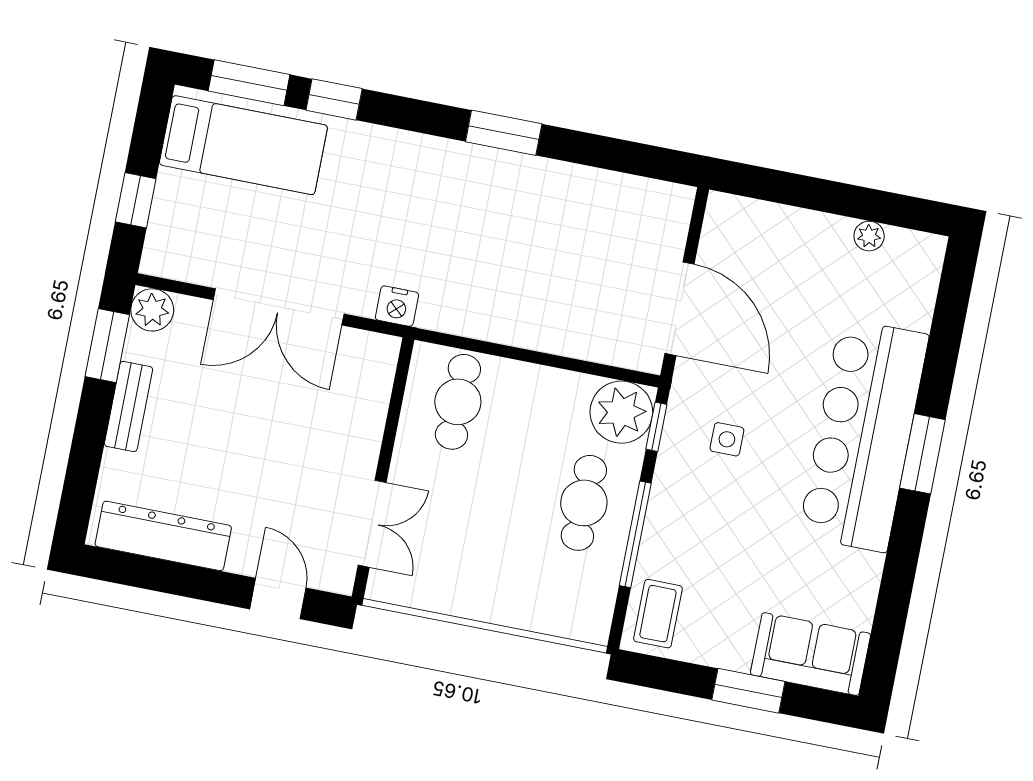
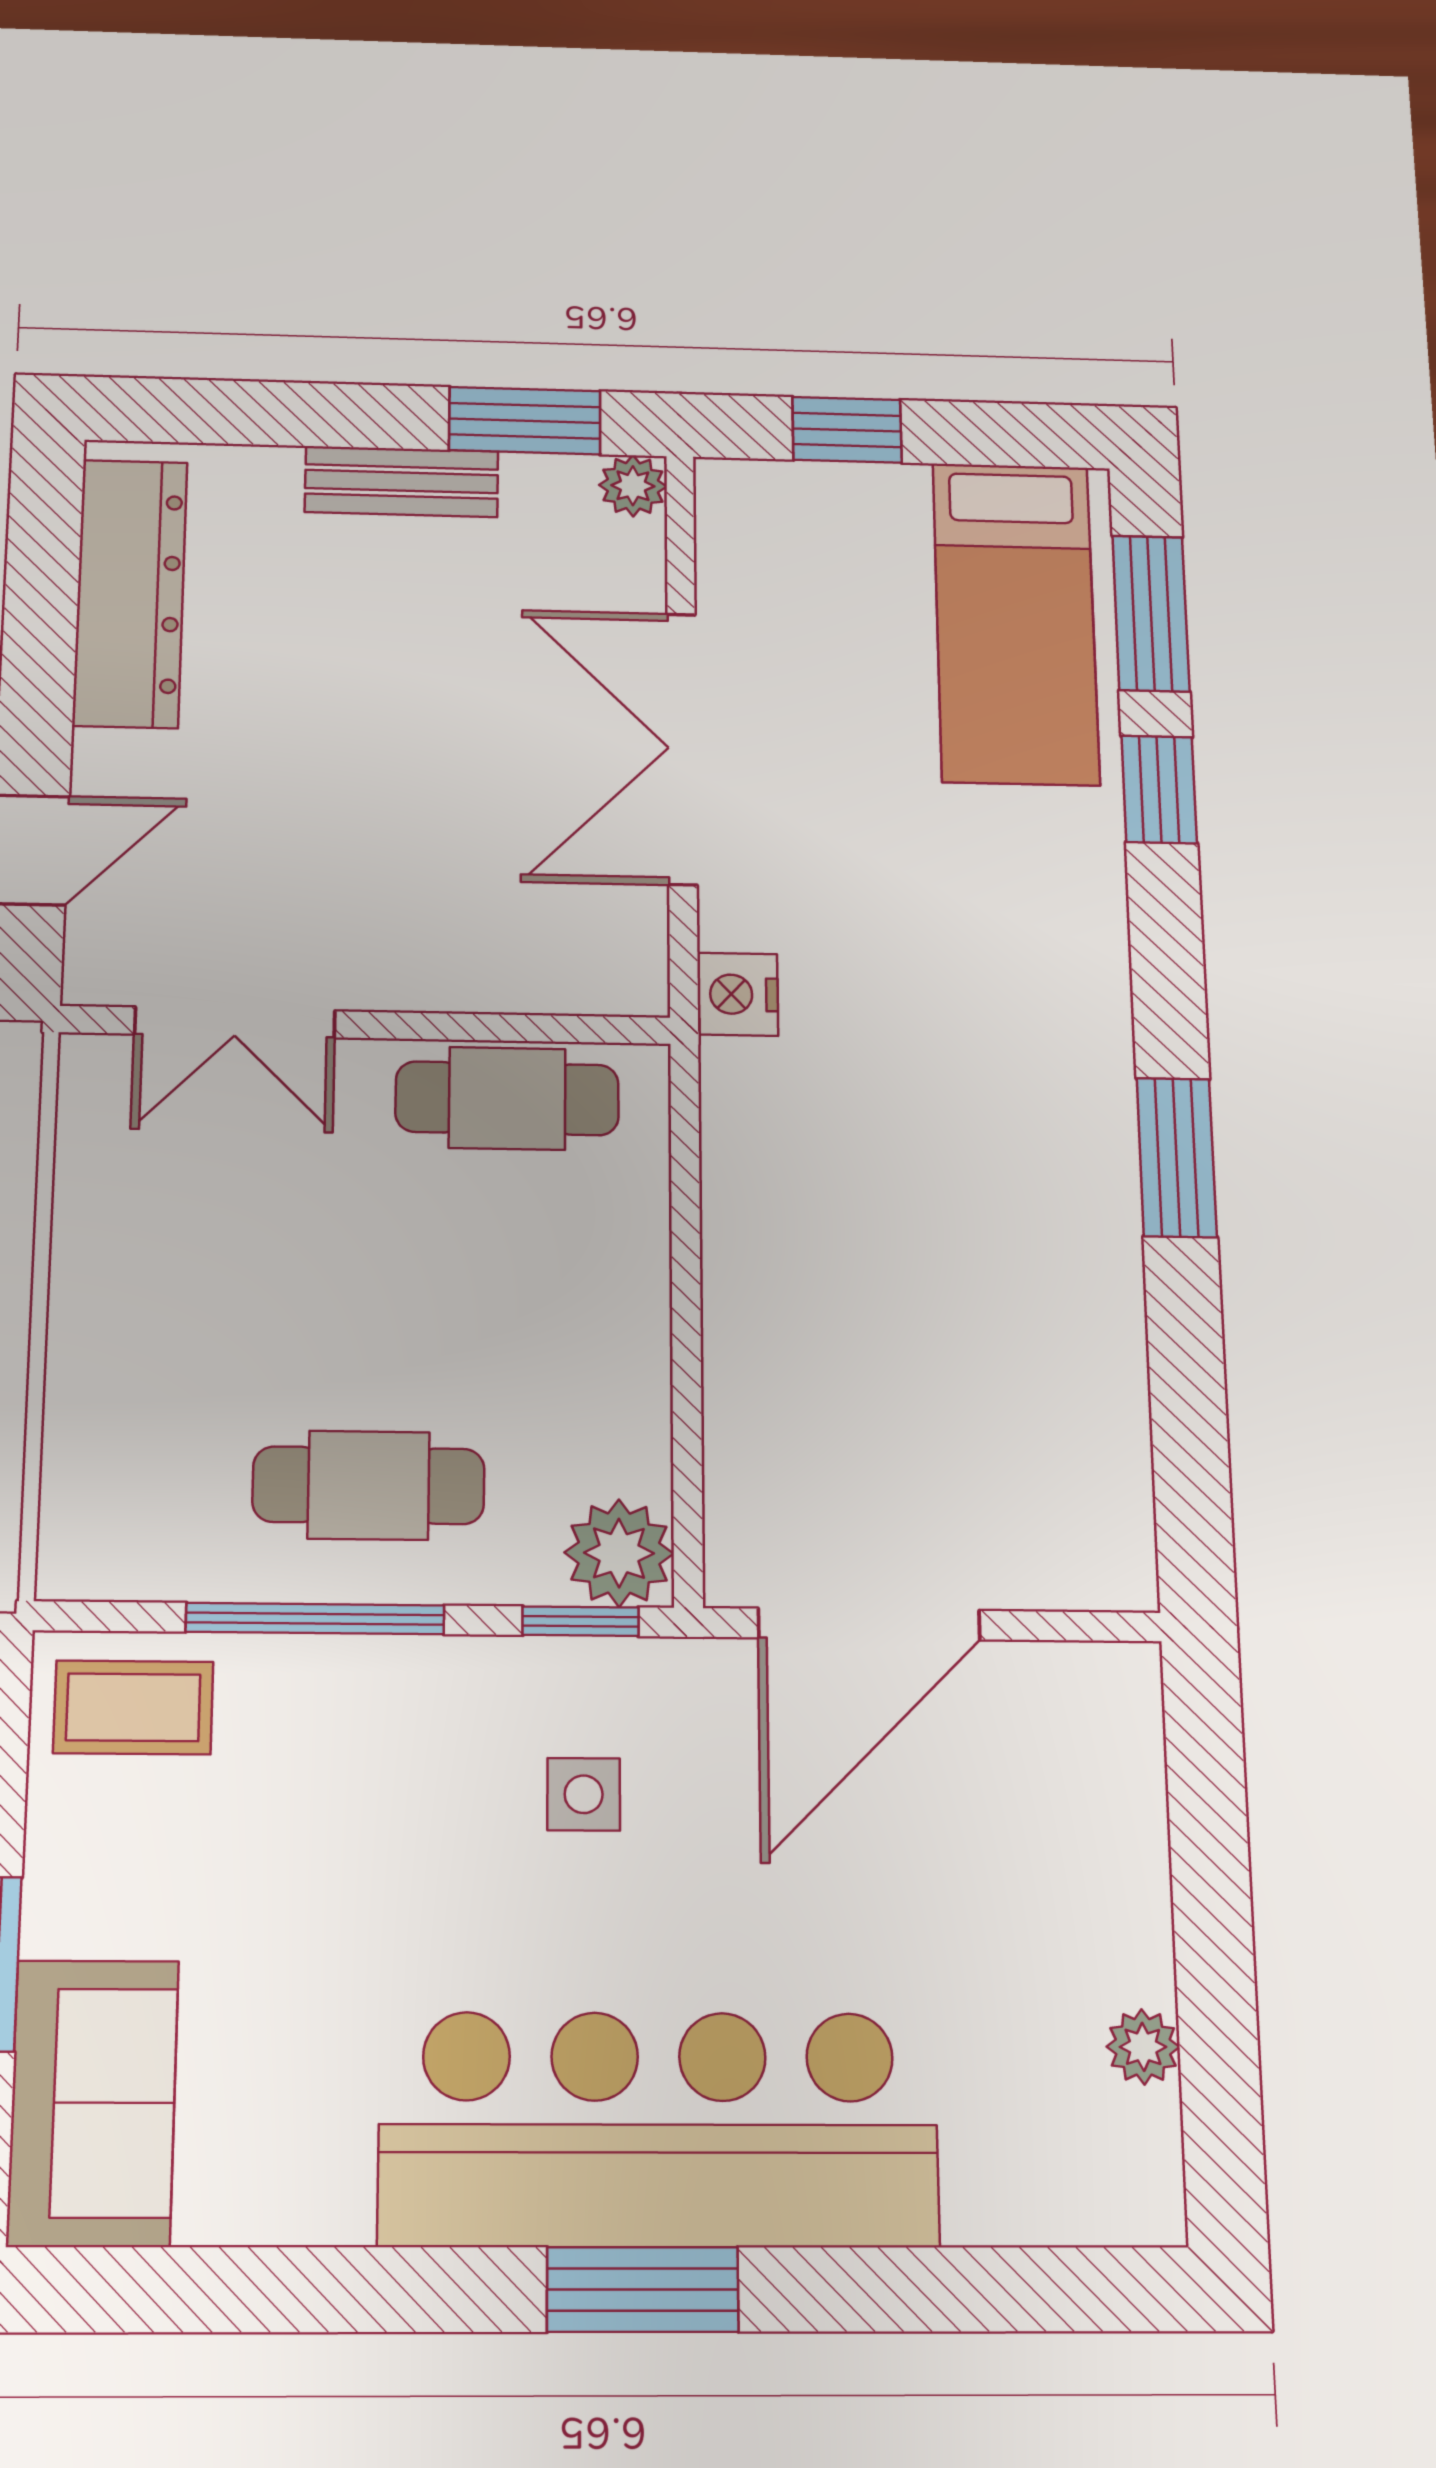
plant: (152, 310) -> (633, 486), width x0.73, depth x0.73
cafe table: (458, 402) -> (507, 1098), moved
plant: (621, 412) -> (619, 1553), width x0.73, depth x0.73

